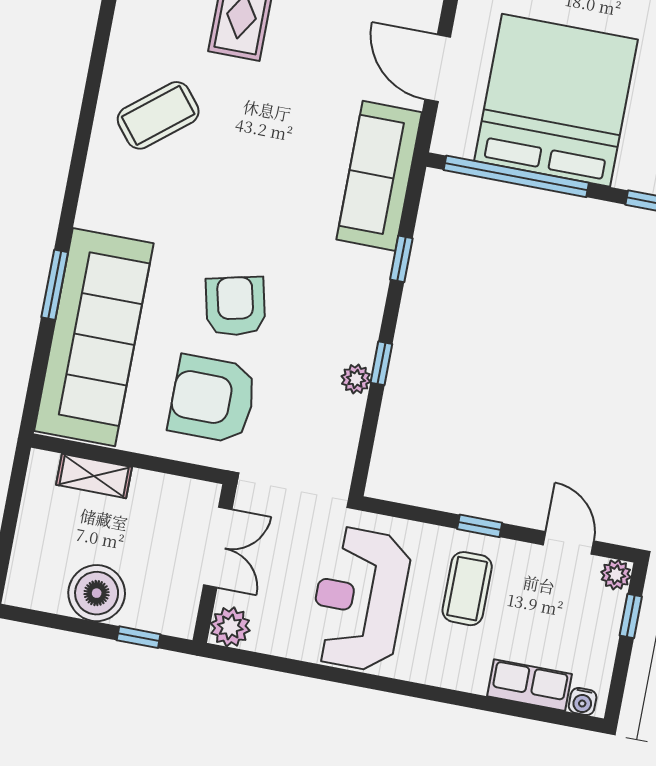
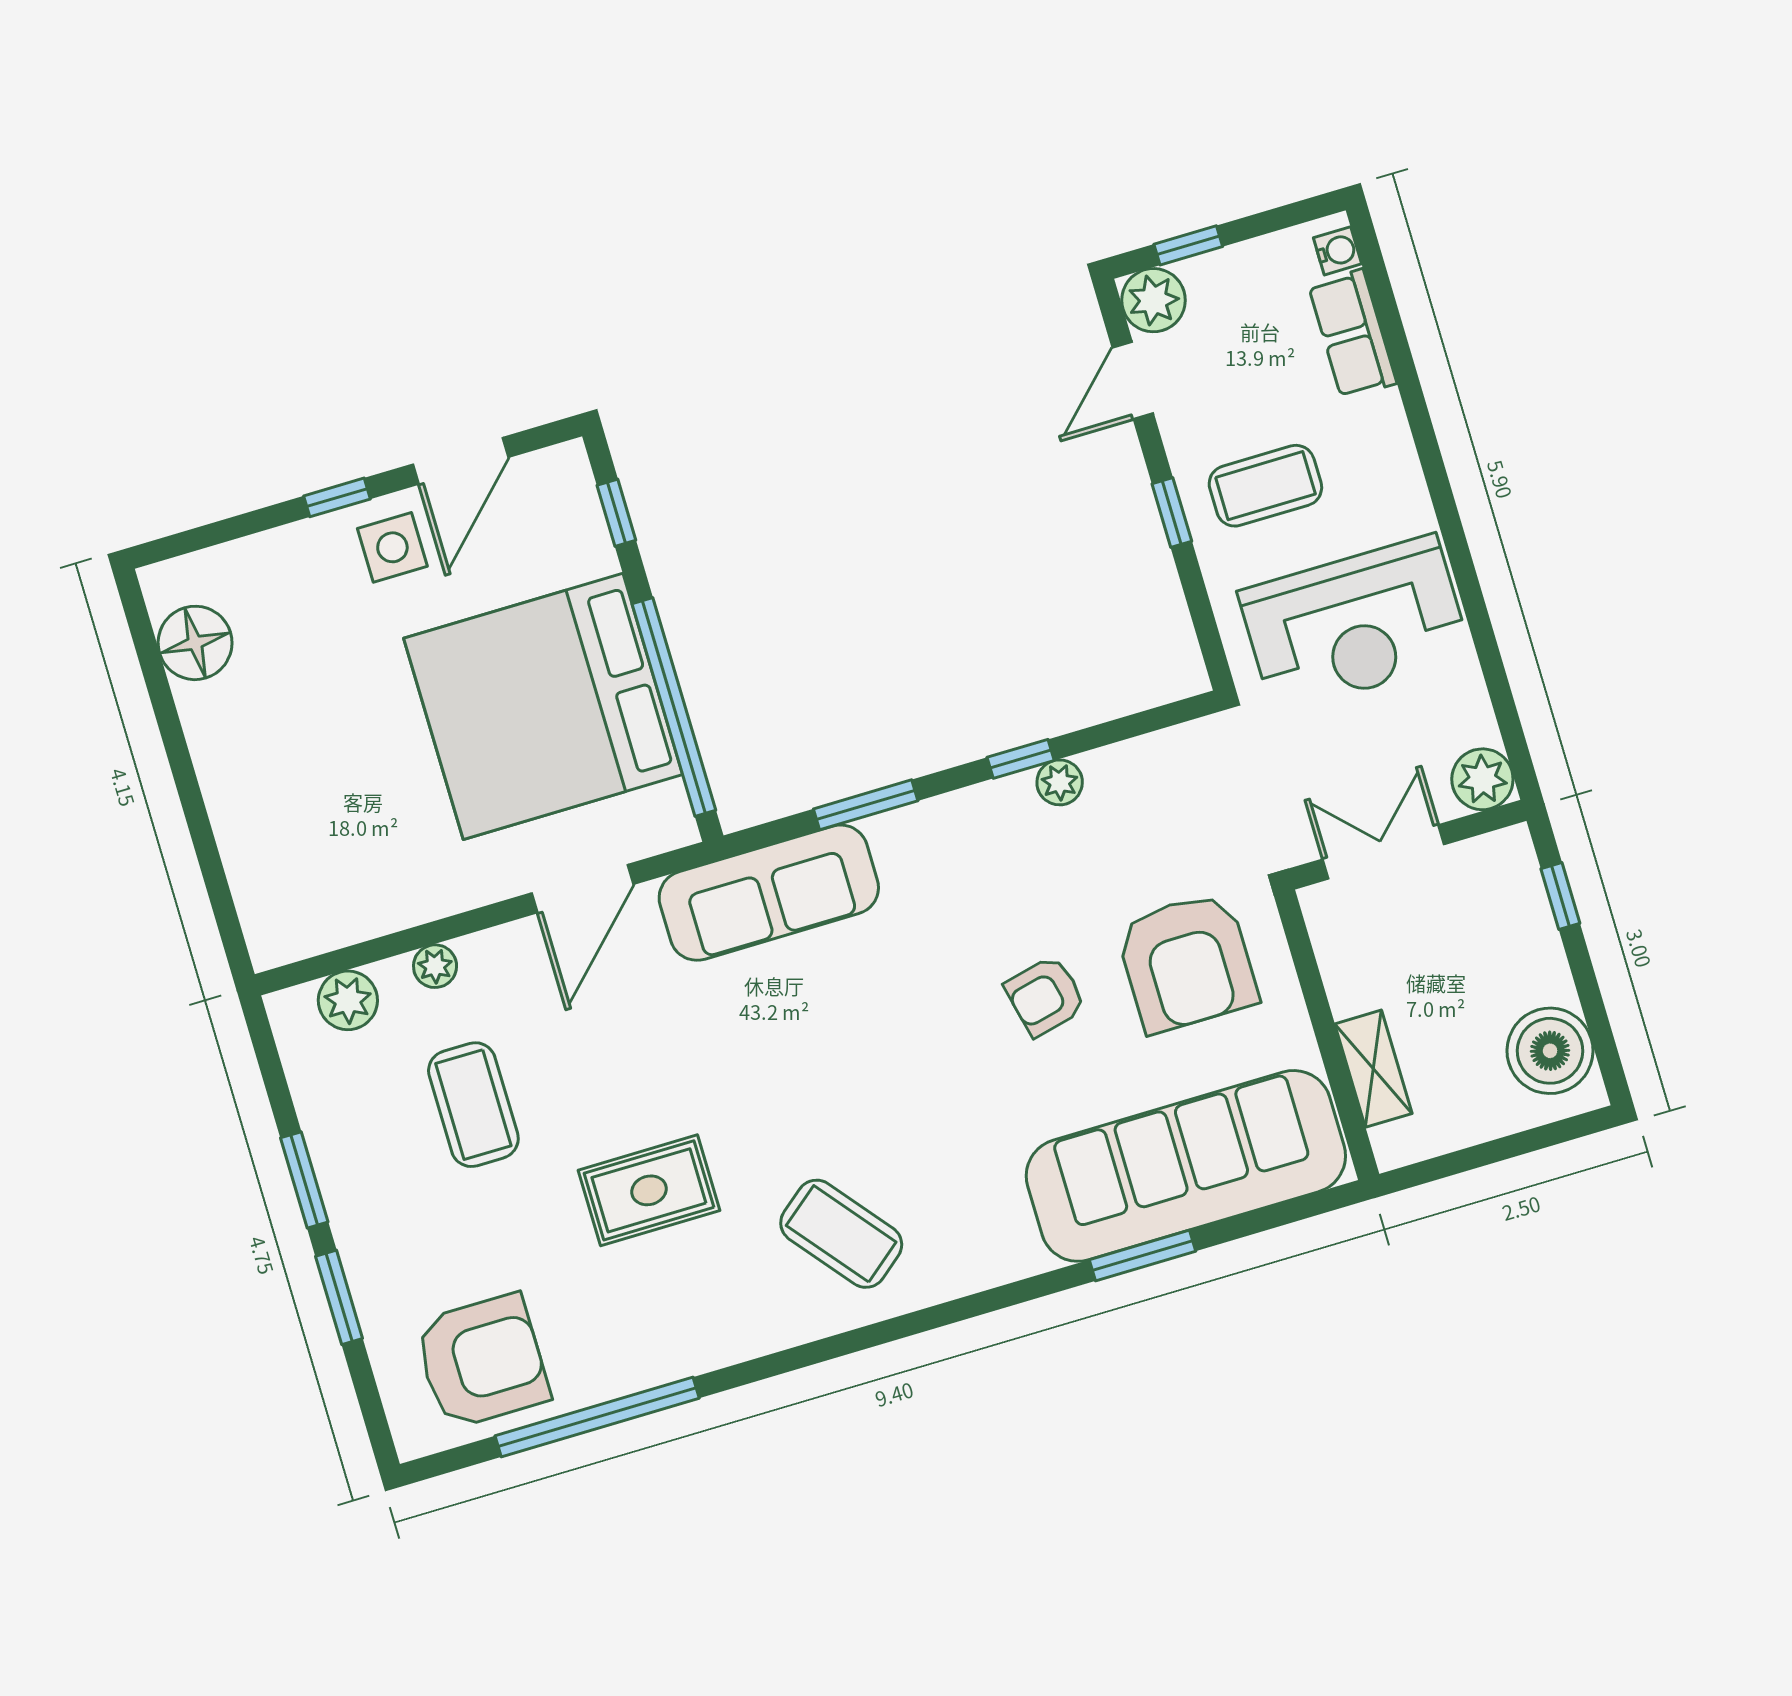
window: (401, 259) -> (866, 805), width x1.50
armchair: (235, 306) -> (1045, 996), width x0.72, depth x0.72
plant: (616, 575) -> (1153, 300), width x1.38, depth x1.38
boiler: (97, 593) -> (1550, 1051), moved

